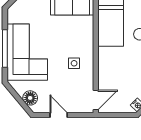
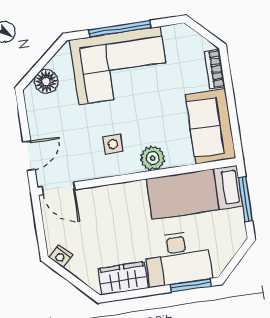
plant: (86, 40) -> (153, 158), added
door: (59, 115) -> (29, 156), moved

